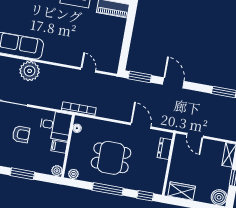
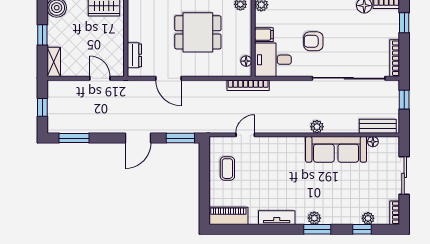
coffee table: (107, 46) -> (227, 169), added
door: (88, 70) -> (245, 135), swing flipped
plant: (30, 71) -> (317, 127), width x0.53, depth x0.53
door: (173, 83) -> (138, 138), hinge flipped

